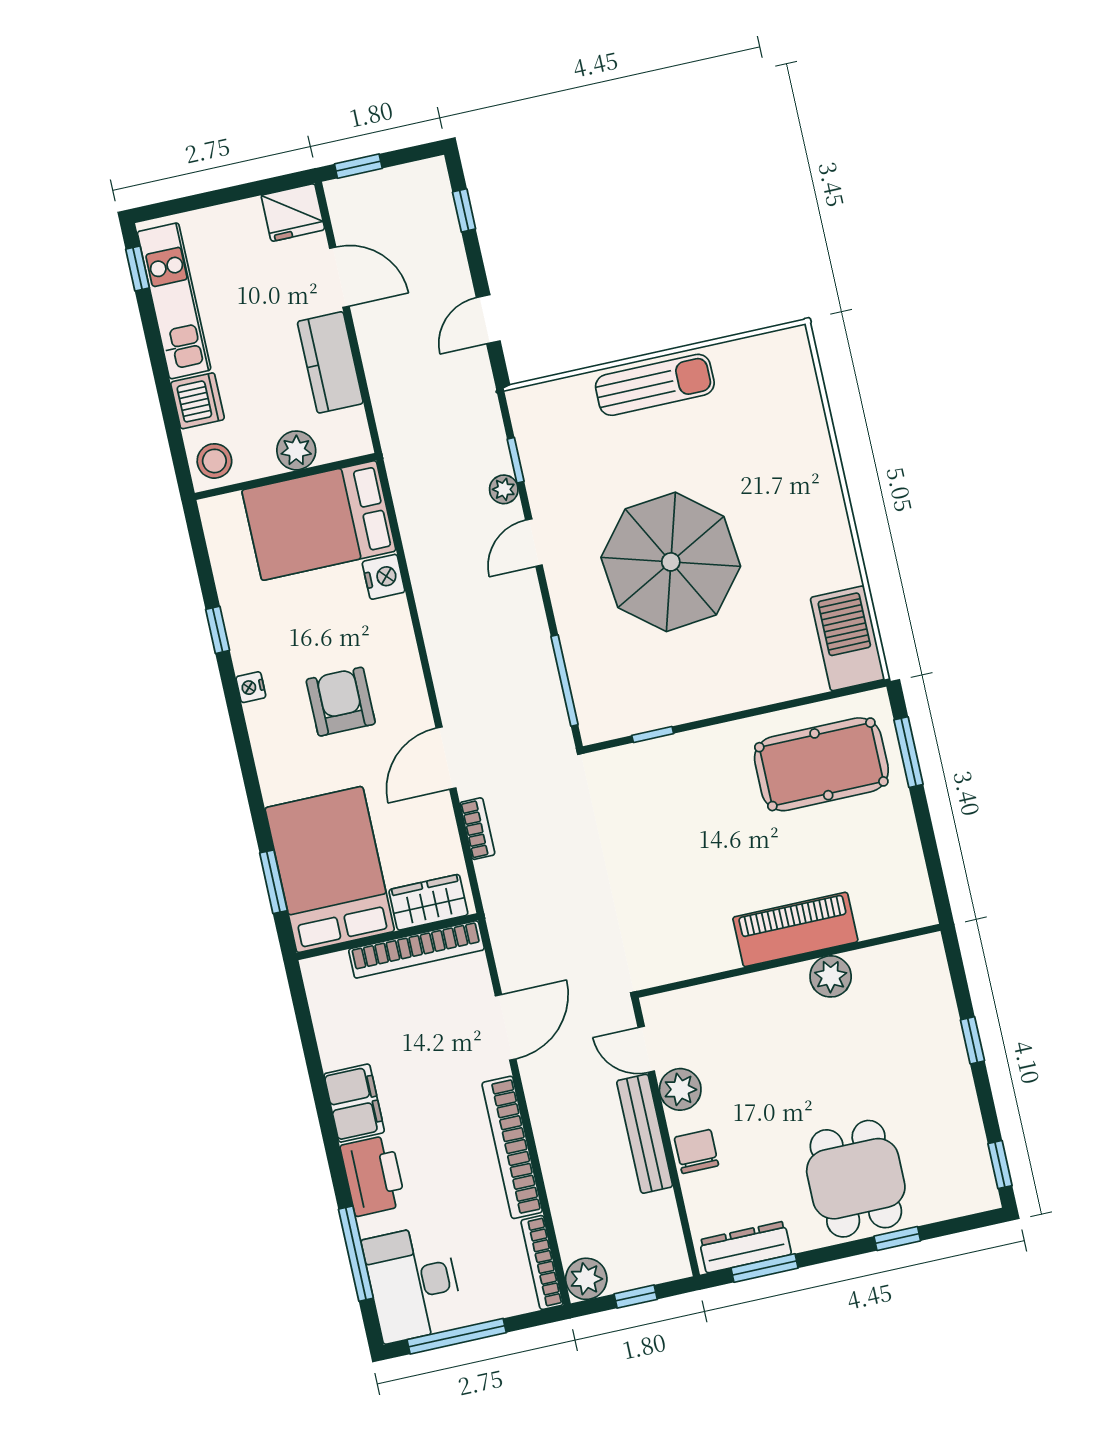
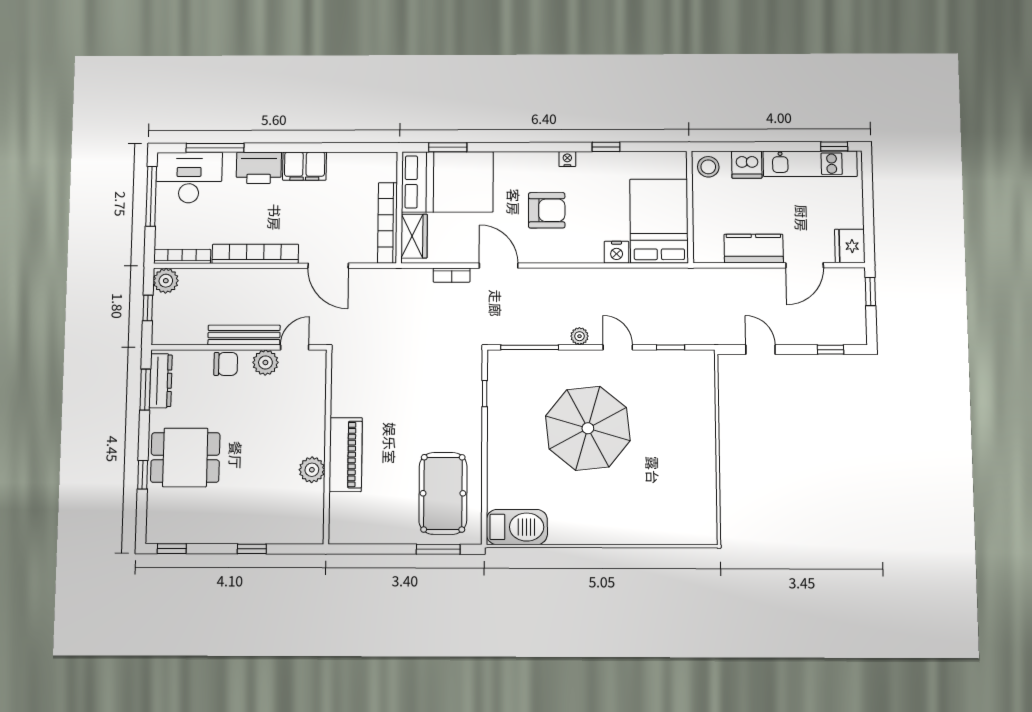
sun lounger: (655, 385) -> (699, 443), removed
plant: (296, 450) -> (704, 217), removed
plant: (504, 489) -> (579, 336), moved

